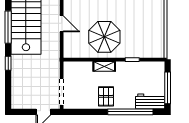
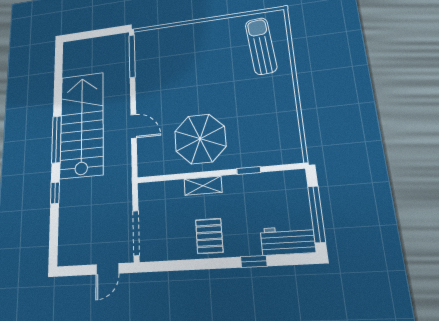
window: (130, 112) -> (254, 262), width x0.32

